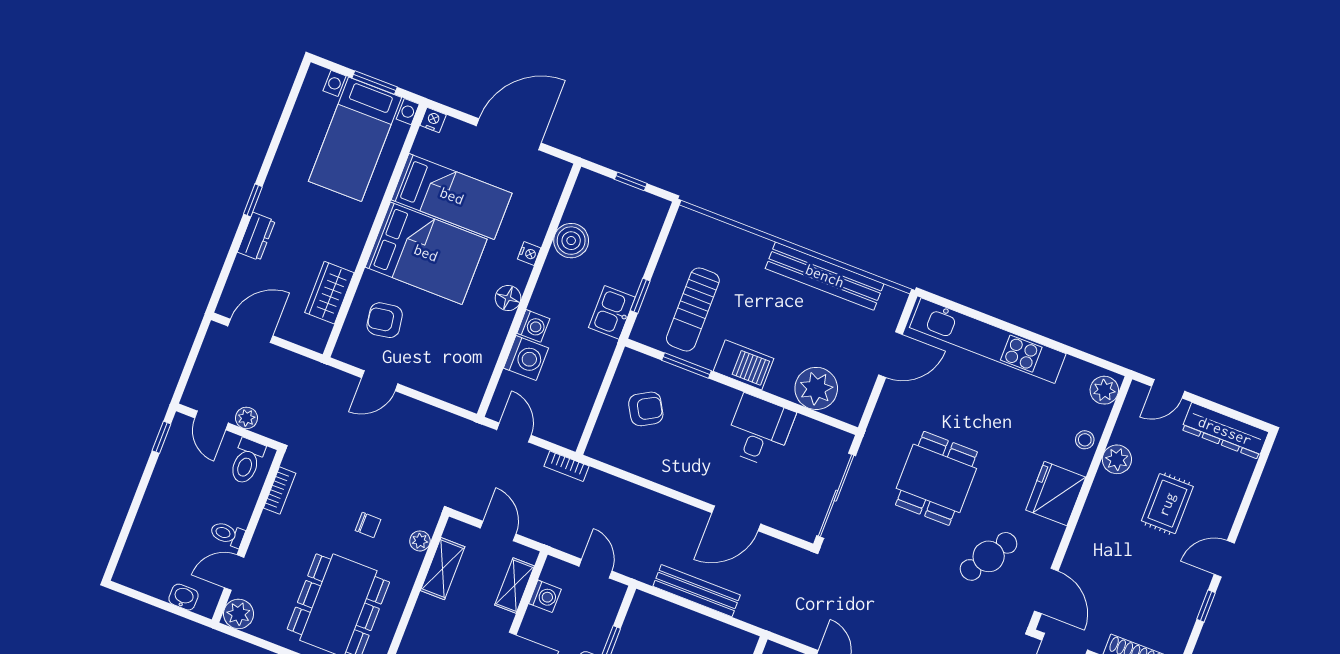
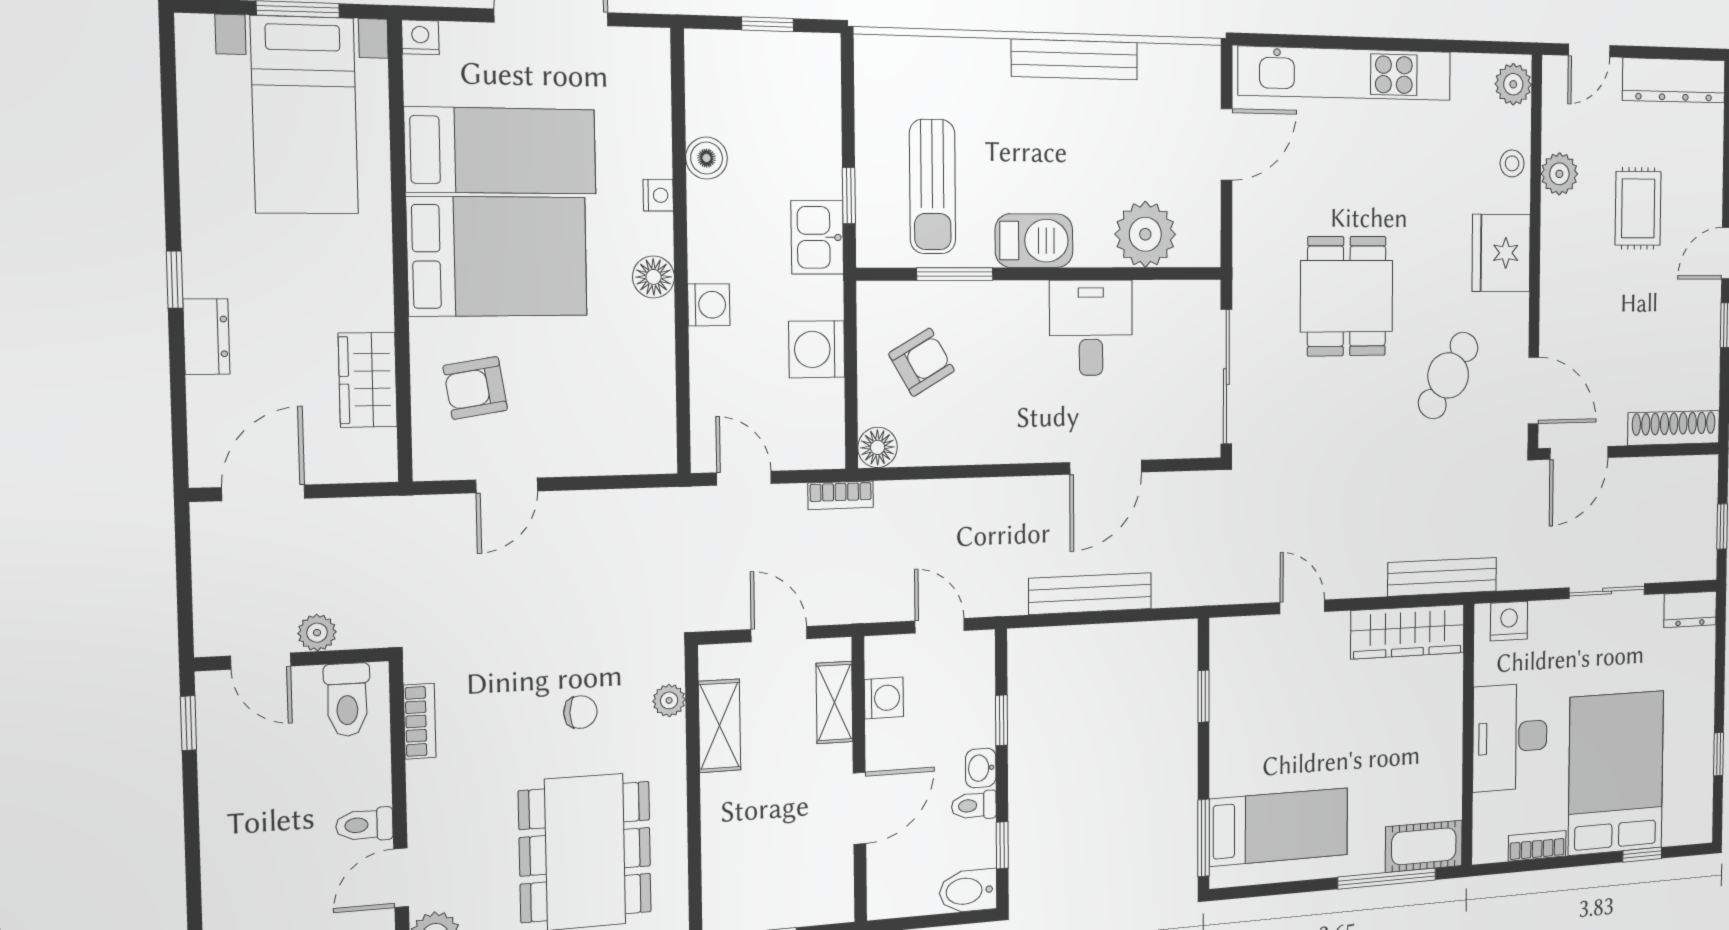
boiler: (571, 241) -> (707, 158), width x0.73, depth x0.73
bench: (825, 276) -> (1075, 59), width x0.73, depth x0.82
washing machine: (526, 358) -> (817, 349), moved, turned 180
floor lamp: (600, 448) -> (878, 447), added

